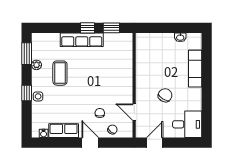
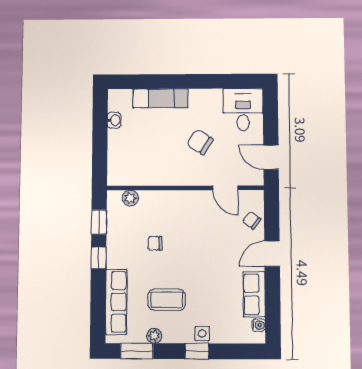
row of seats: (82, 40) -> (116, 302), moved
plant: (127, 49) -> (130, 198), added
door: (134, 112) -> (225, 188), hinge flipped
chair: (100, 113) -> (155, 243), moved

